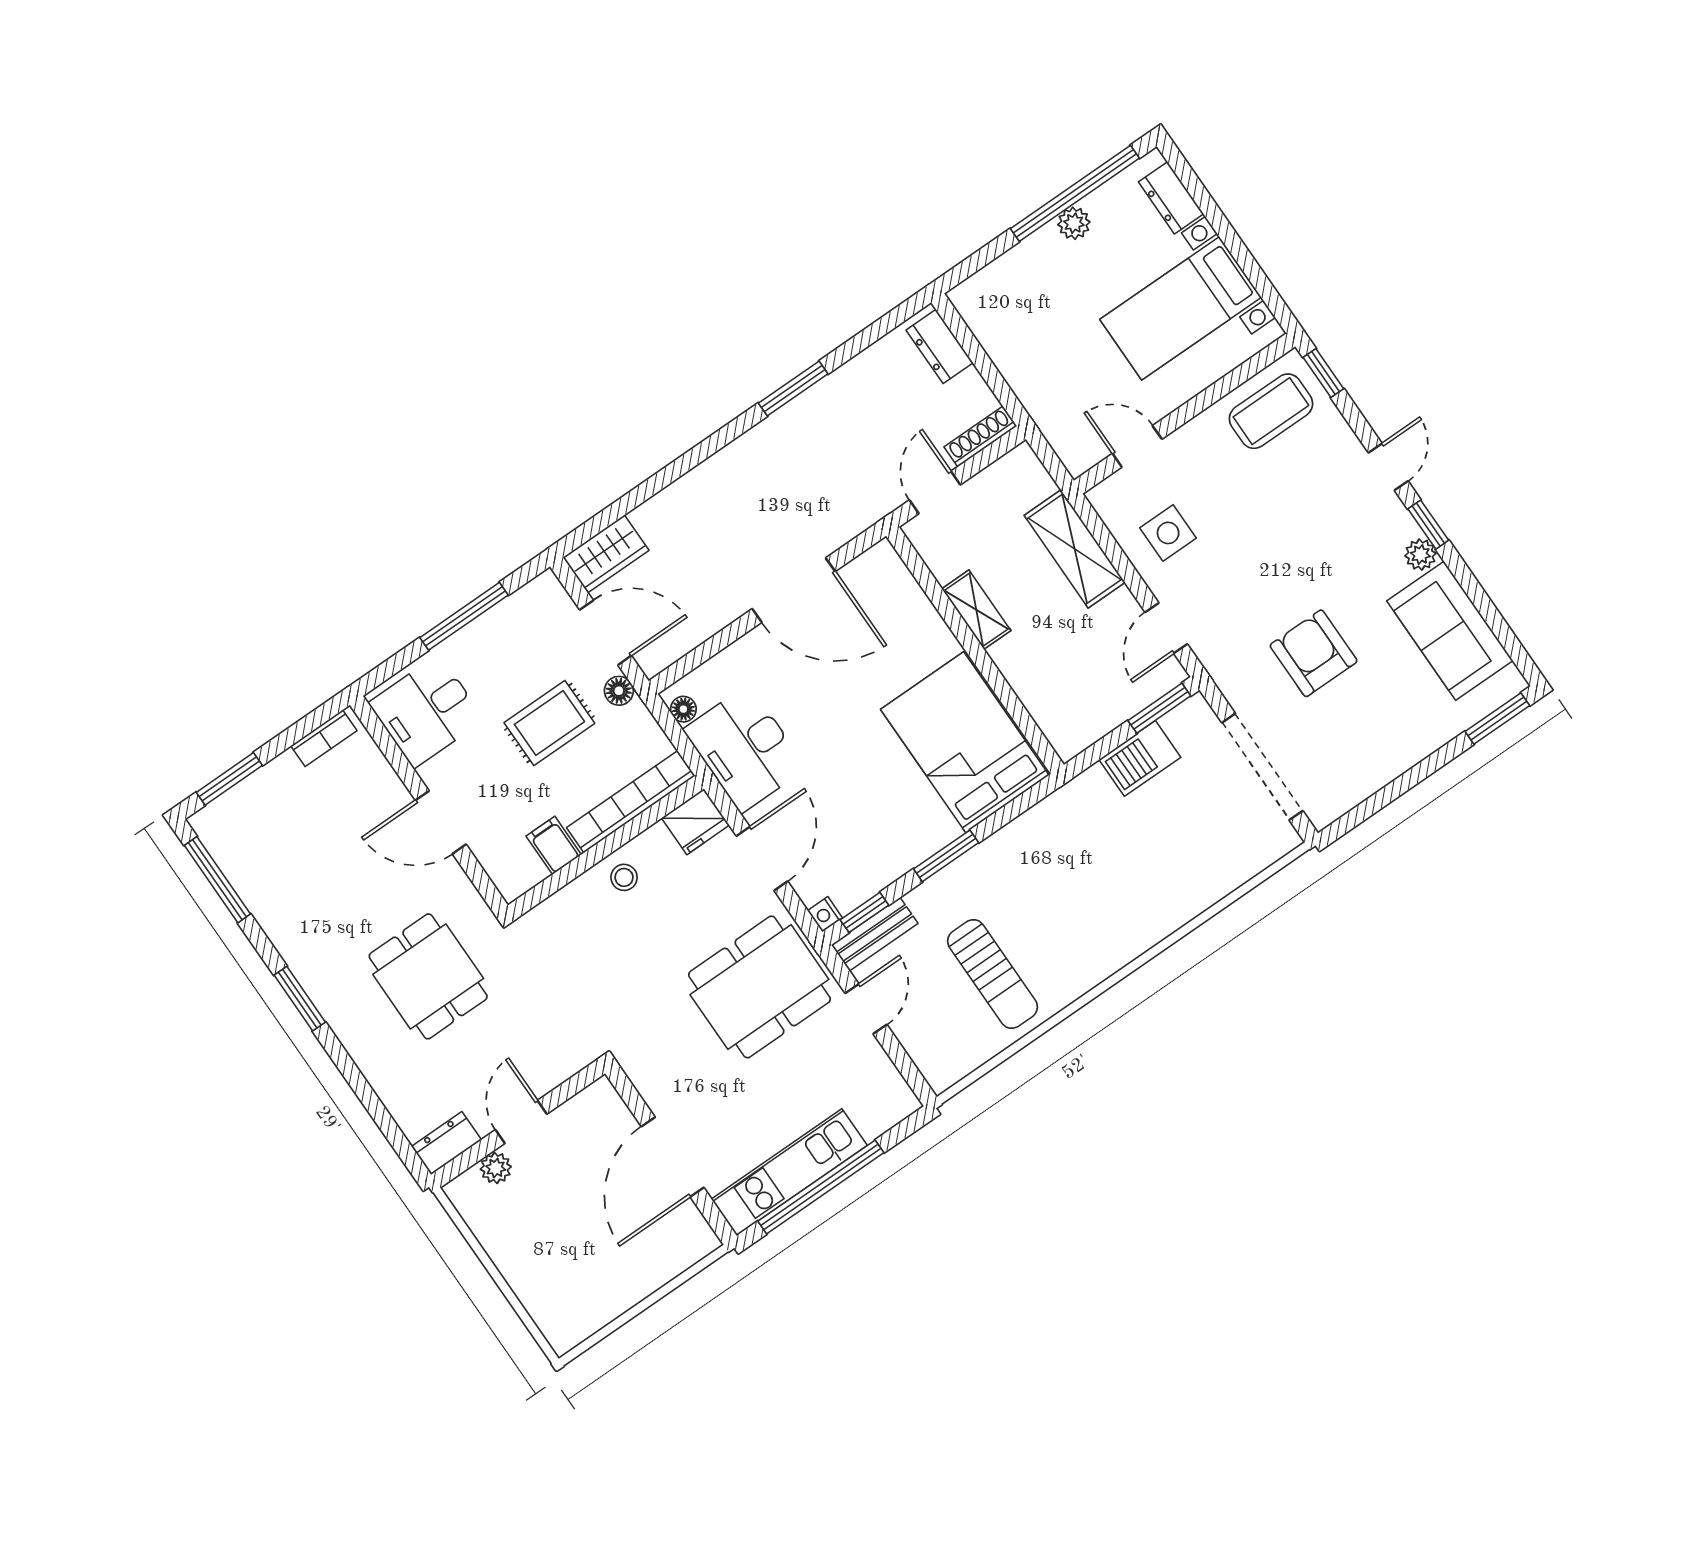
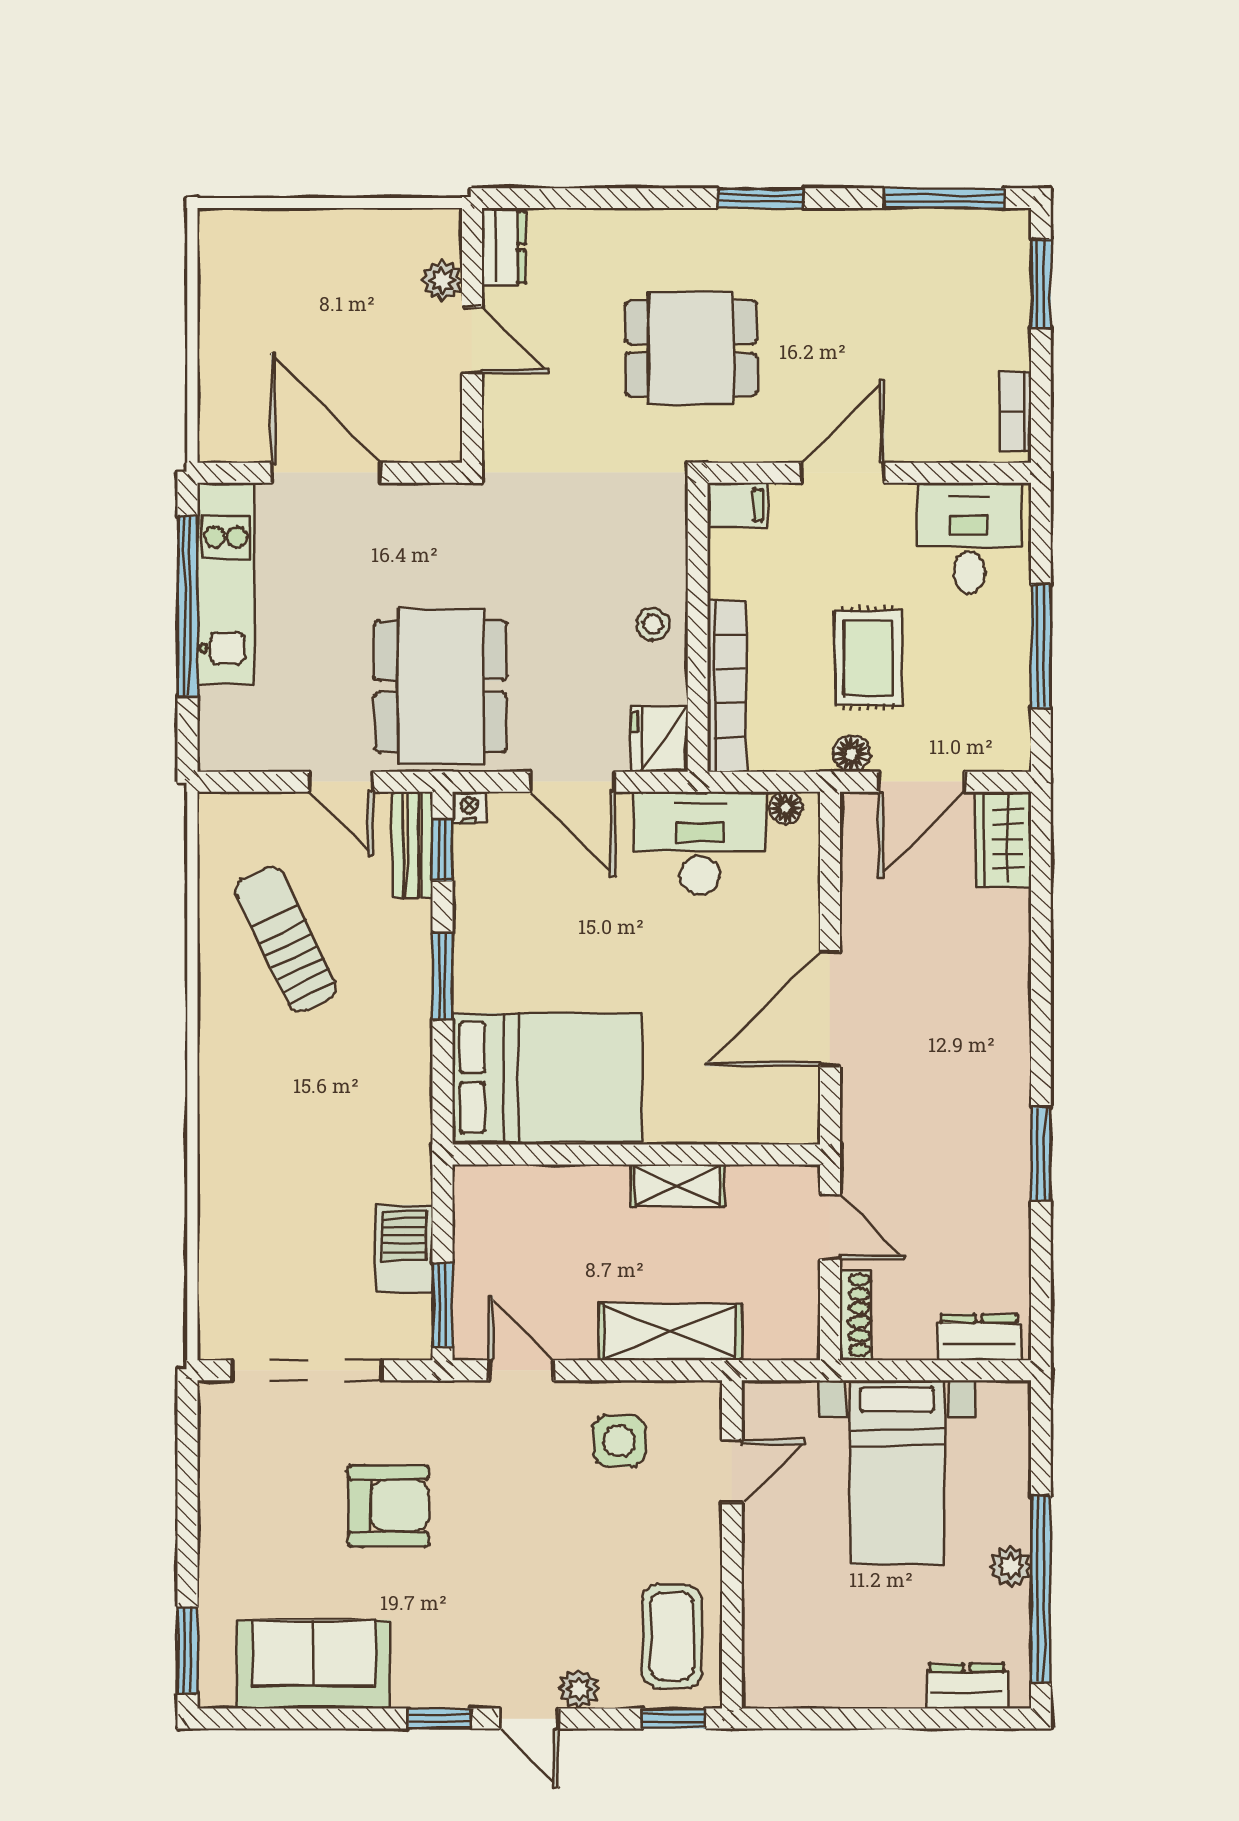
bed with nightstands: (1181, 308) -> (897, 1473), moved, turned 180
plant: (1420, 555) -> (579, 1689), moved
filing cabinet: (554, 845) -> (737, 505), moved
sun lounger: (993, 974) -> (286, 939), turned 64

